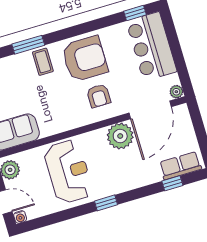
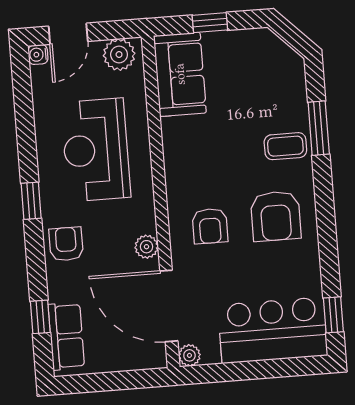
armchair: (85, 59) -> (276, 216), width x0.73, depth x0.73
armchair: (99, 96) -> (210, 226), turned -90
plant: (120, 136) -> (147, 247), width x0.53, depth x0.53
reception desk: (68, 172) -> (96, 150), turned 90
armchair: (127, 177) -> (66, 244), added

